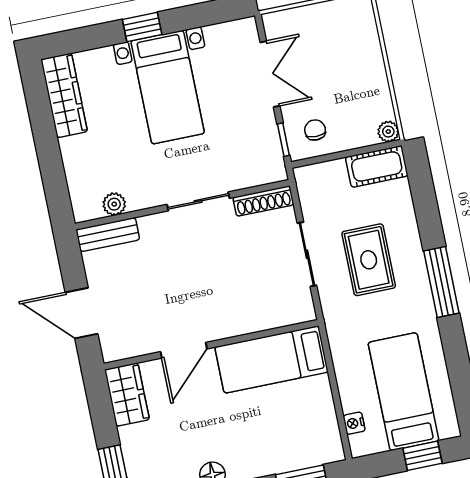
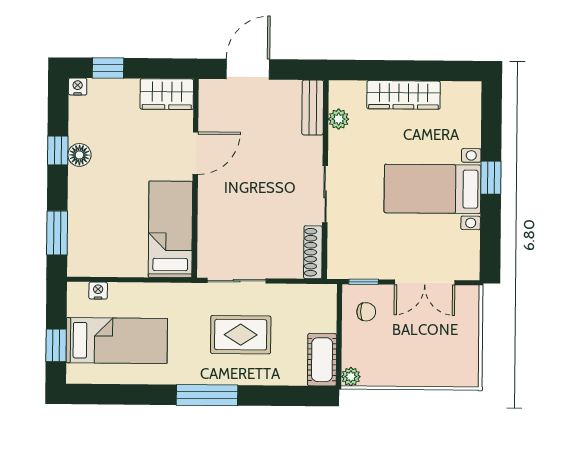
wardrobe: (64, 95) -> (404, 95), moved
sliding door: (307, 254) -> (237, 281), moved
door: (184, 350) -> (195, 153), swing flipped

